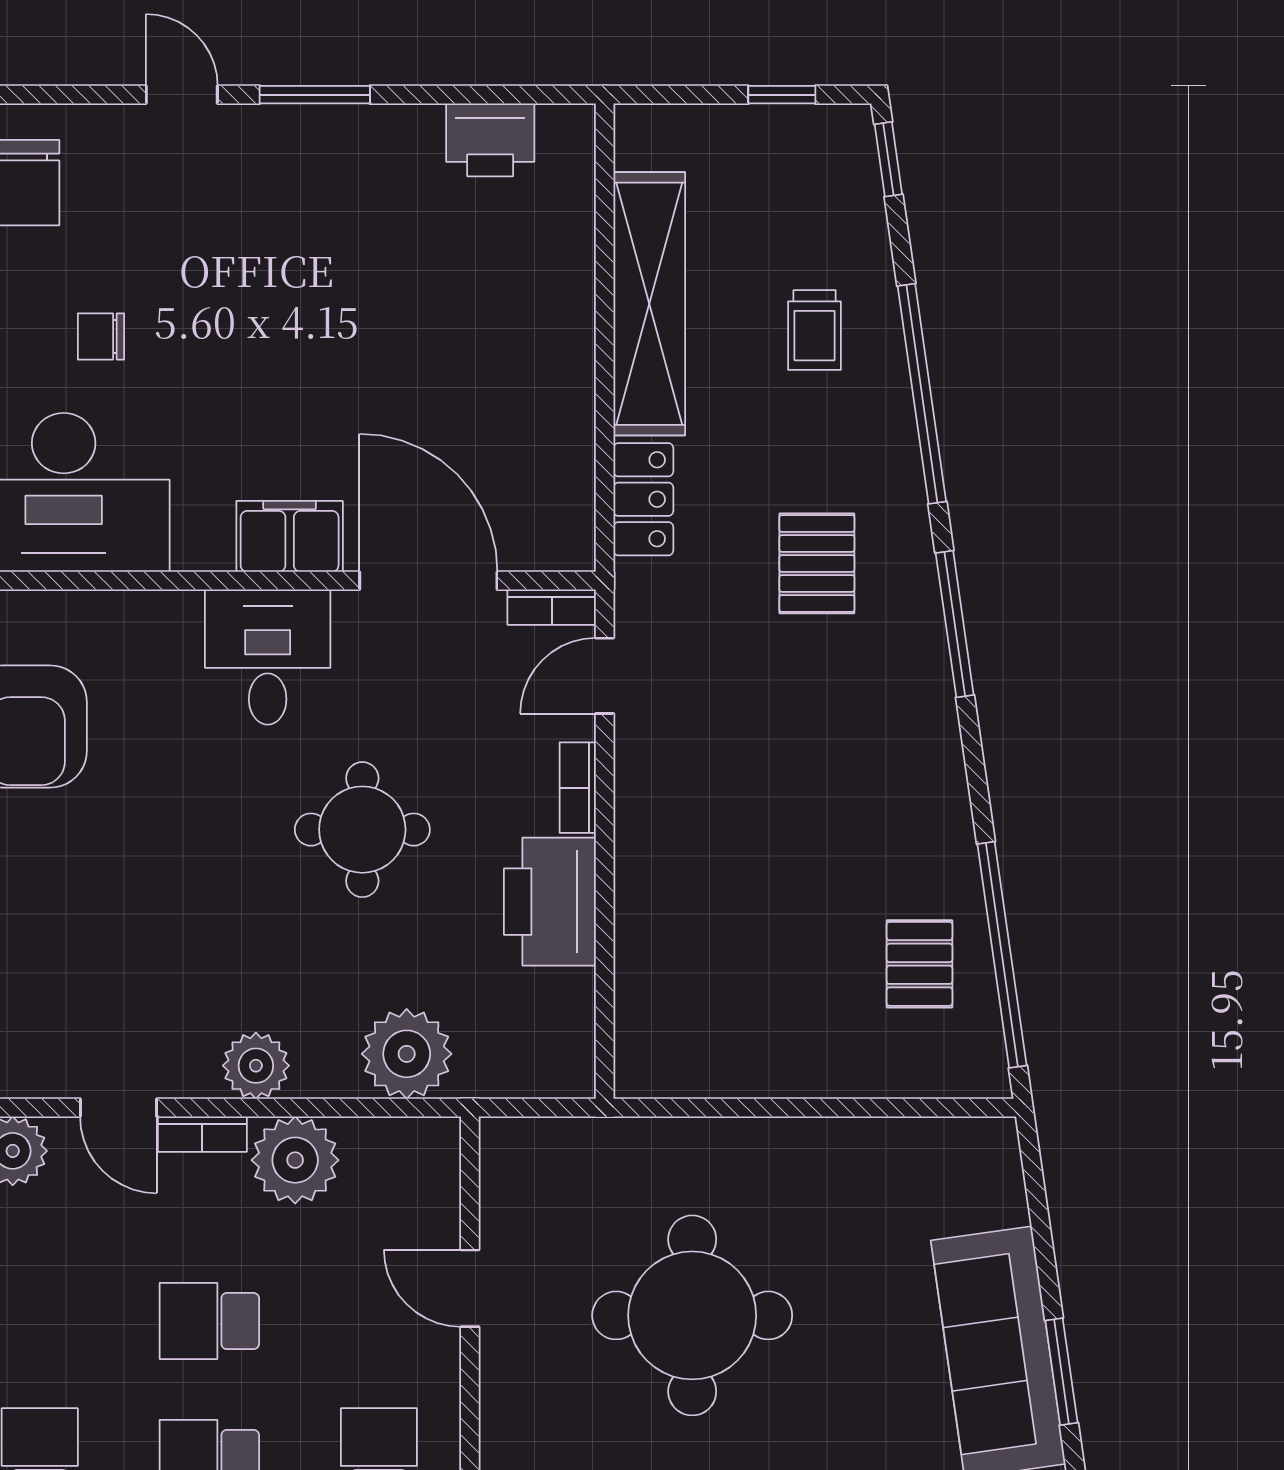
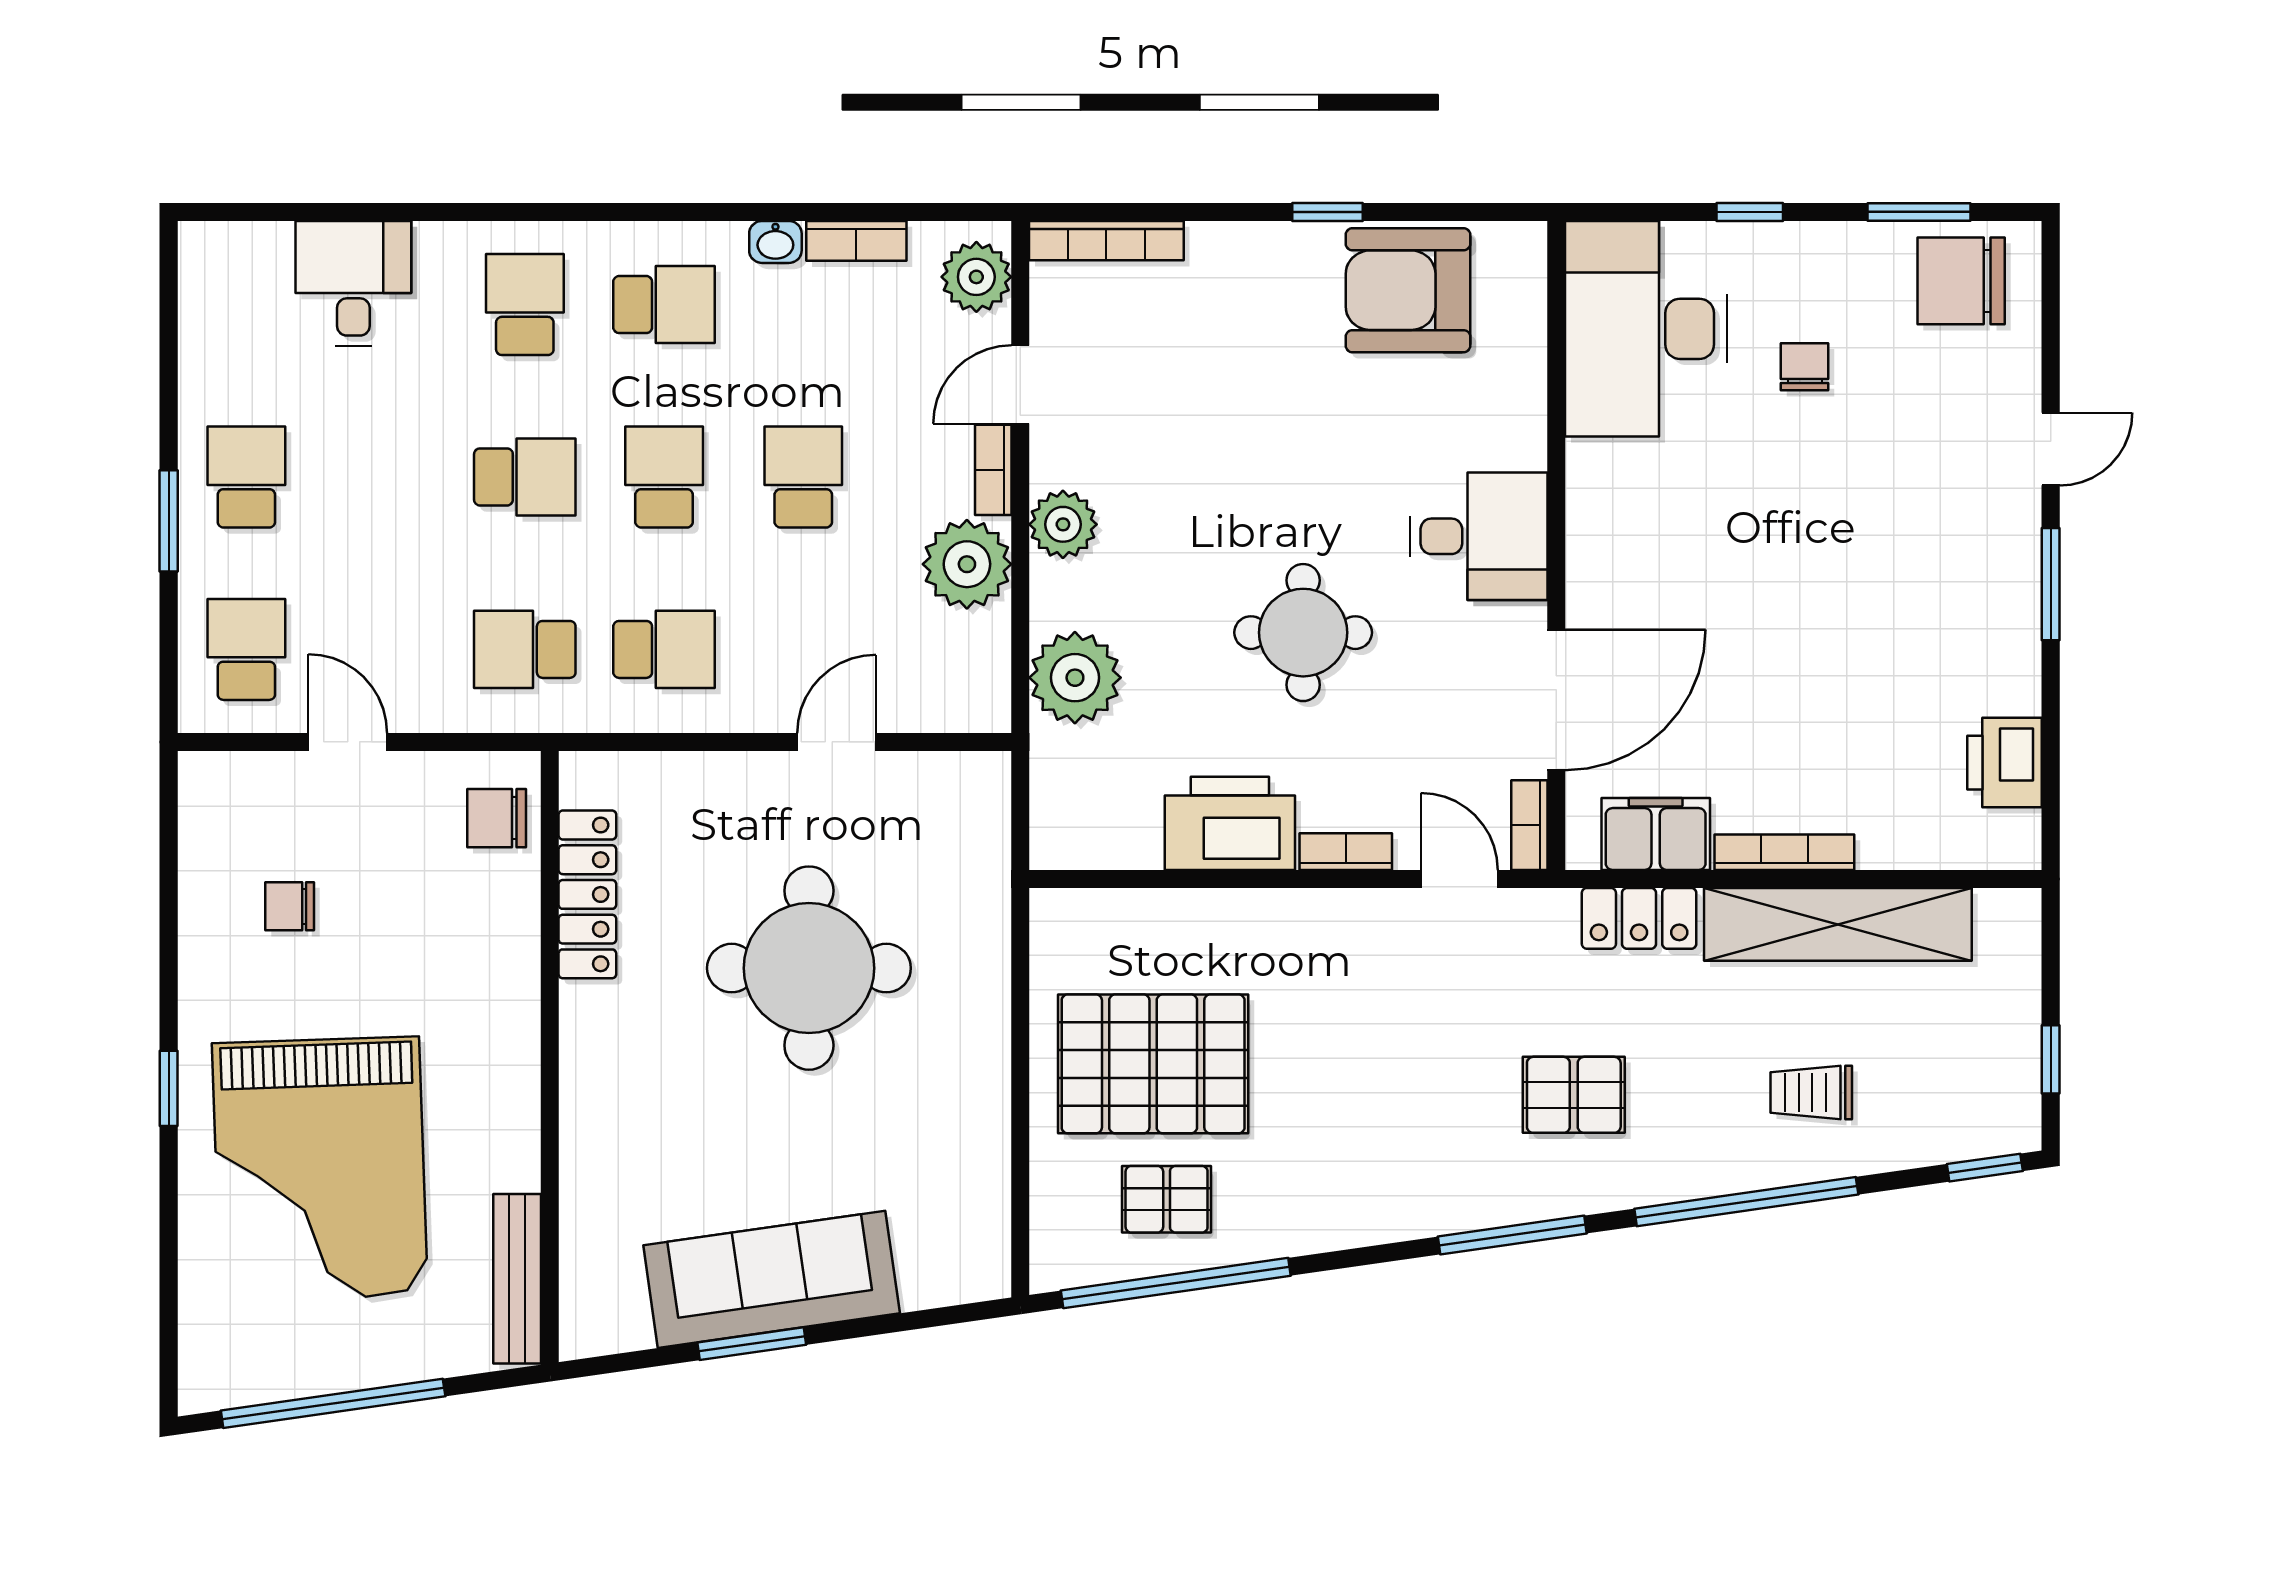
bookcase: (578, 356) -> (1784, 852), added
filing cabinet: (290, 536) -> (1656, 834), moved, turned -90
pallet: (786, 977) -> (1153, 1064), added

